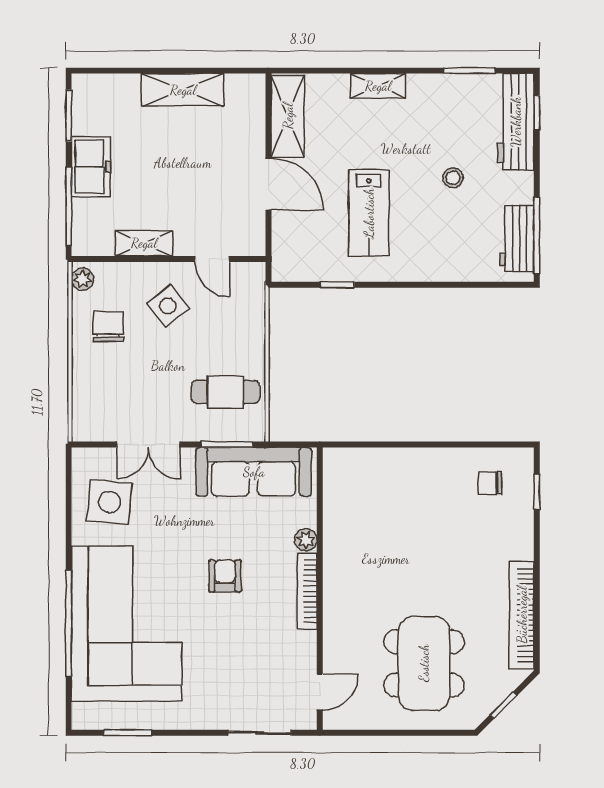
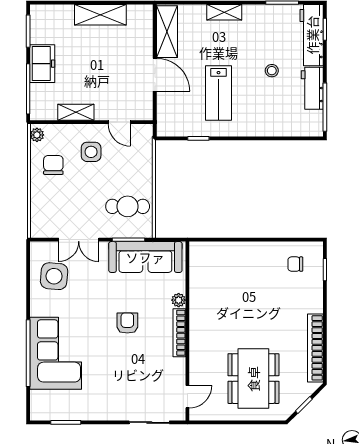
workbench: (517, 238) -> (312, 88), moved
side table: (168, 306) -> (91, 152), turned 38
corner sofa: (127, 624) -> (56, 353), width x0.73, depth x0.74

